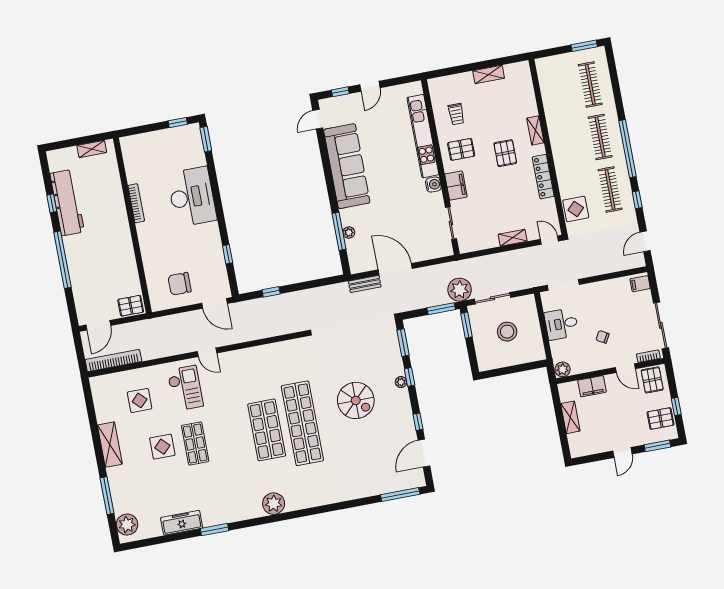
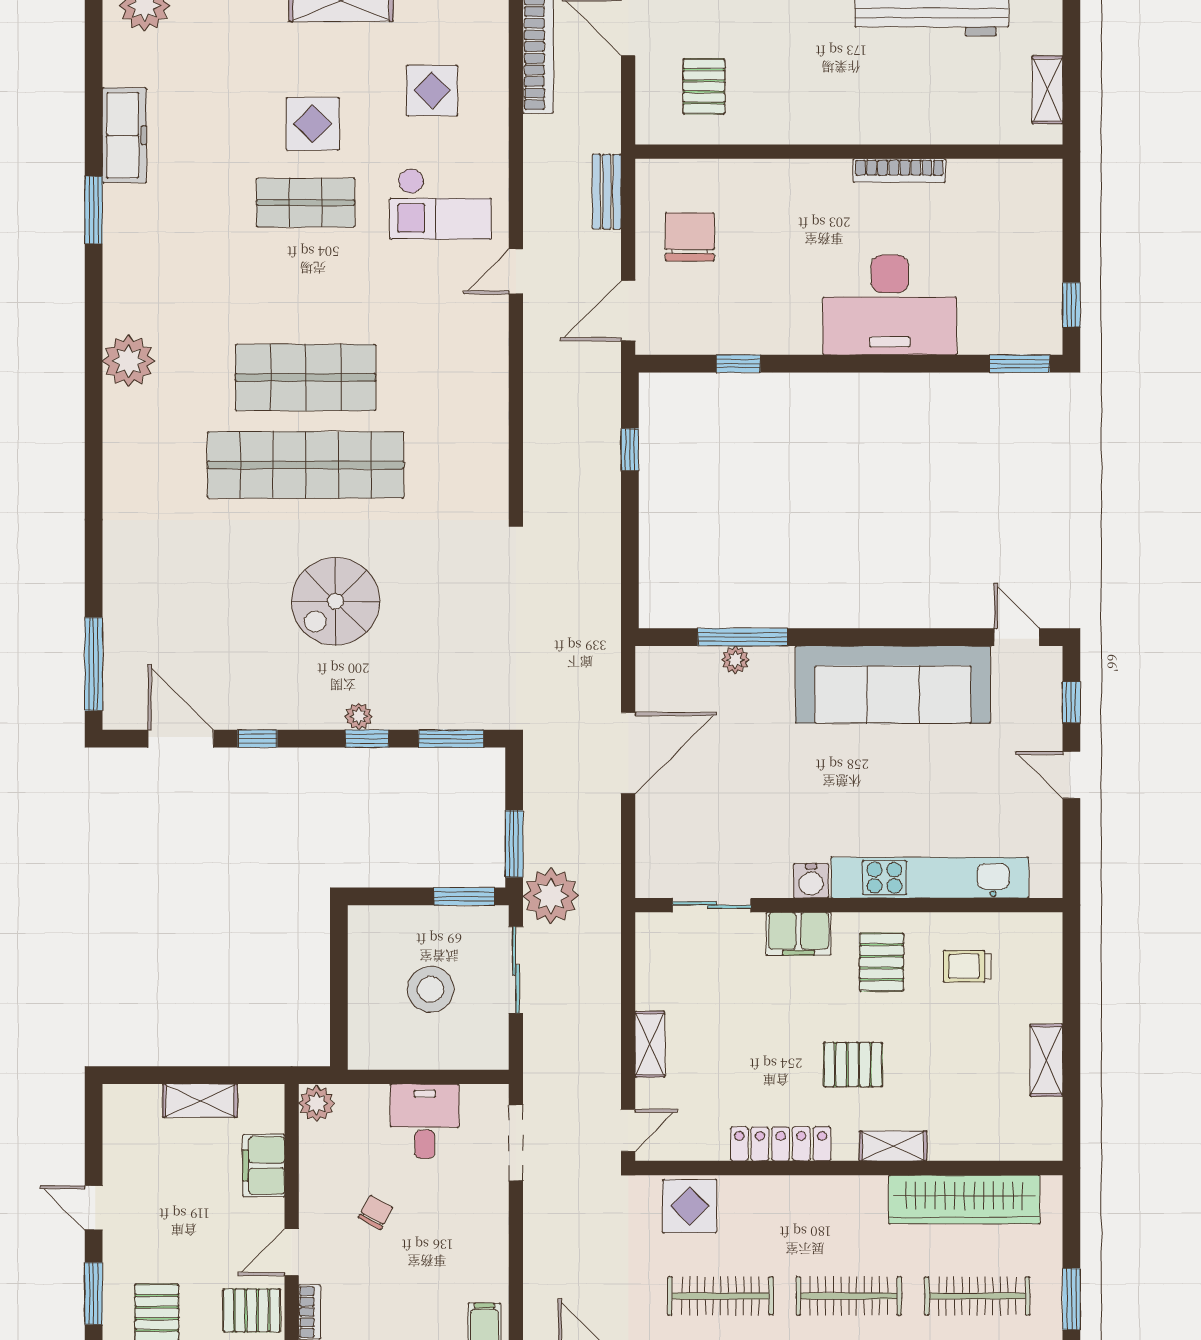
wardrobe: (552, 97) -> (964, 1200), added
bench: (365, 284) -> (607, 192), moved
pallet: (131, 306) -> (704, 86), moved

